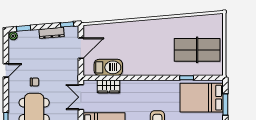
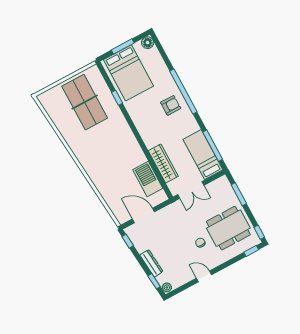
dresser: (52, 33) -> (151, 263), moved
wardrobe: (108, 86) -> (163, 163), width x1.50

